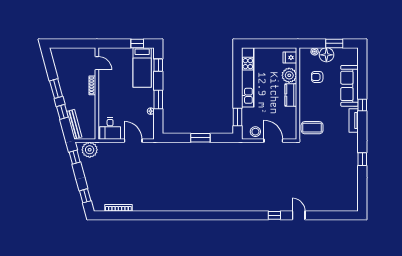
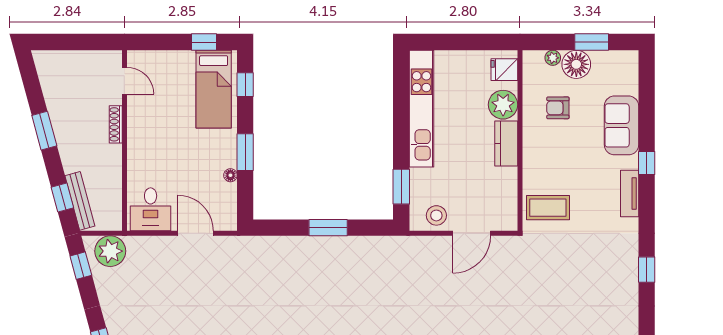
sofa: (349, 86) -> (621, 125), width x0.73
window: (62, 112) -> (62, 198), moved
door: (273, 141) -> (472, 233), swing flipped

